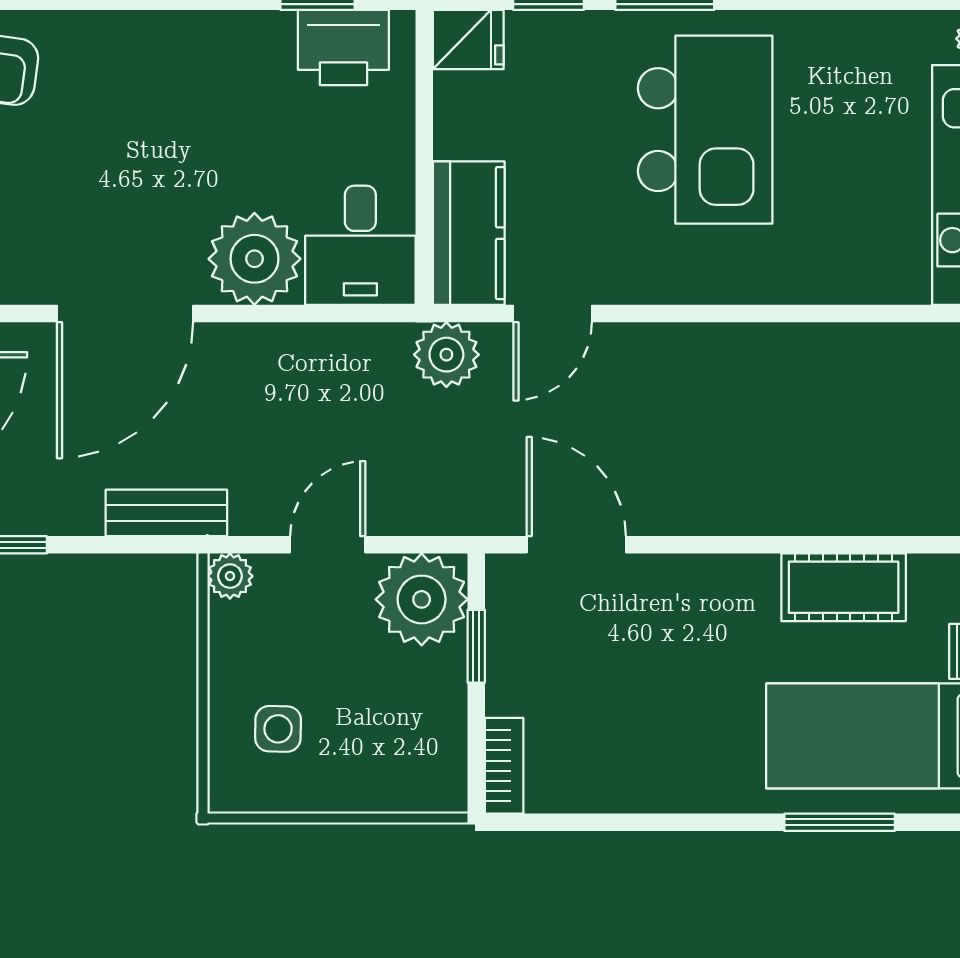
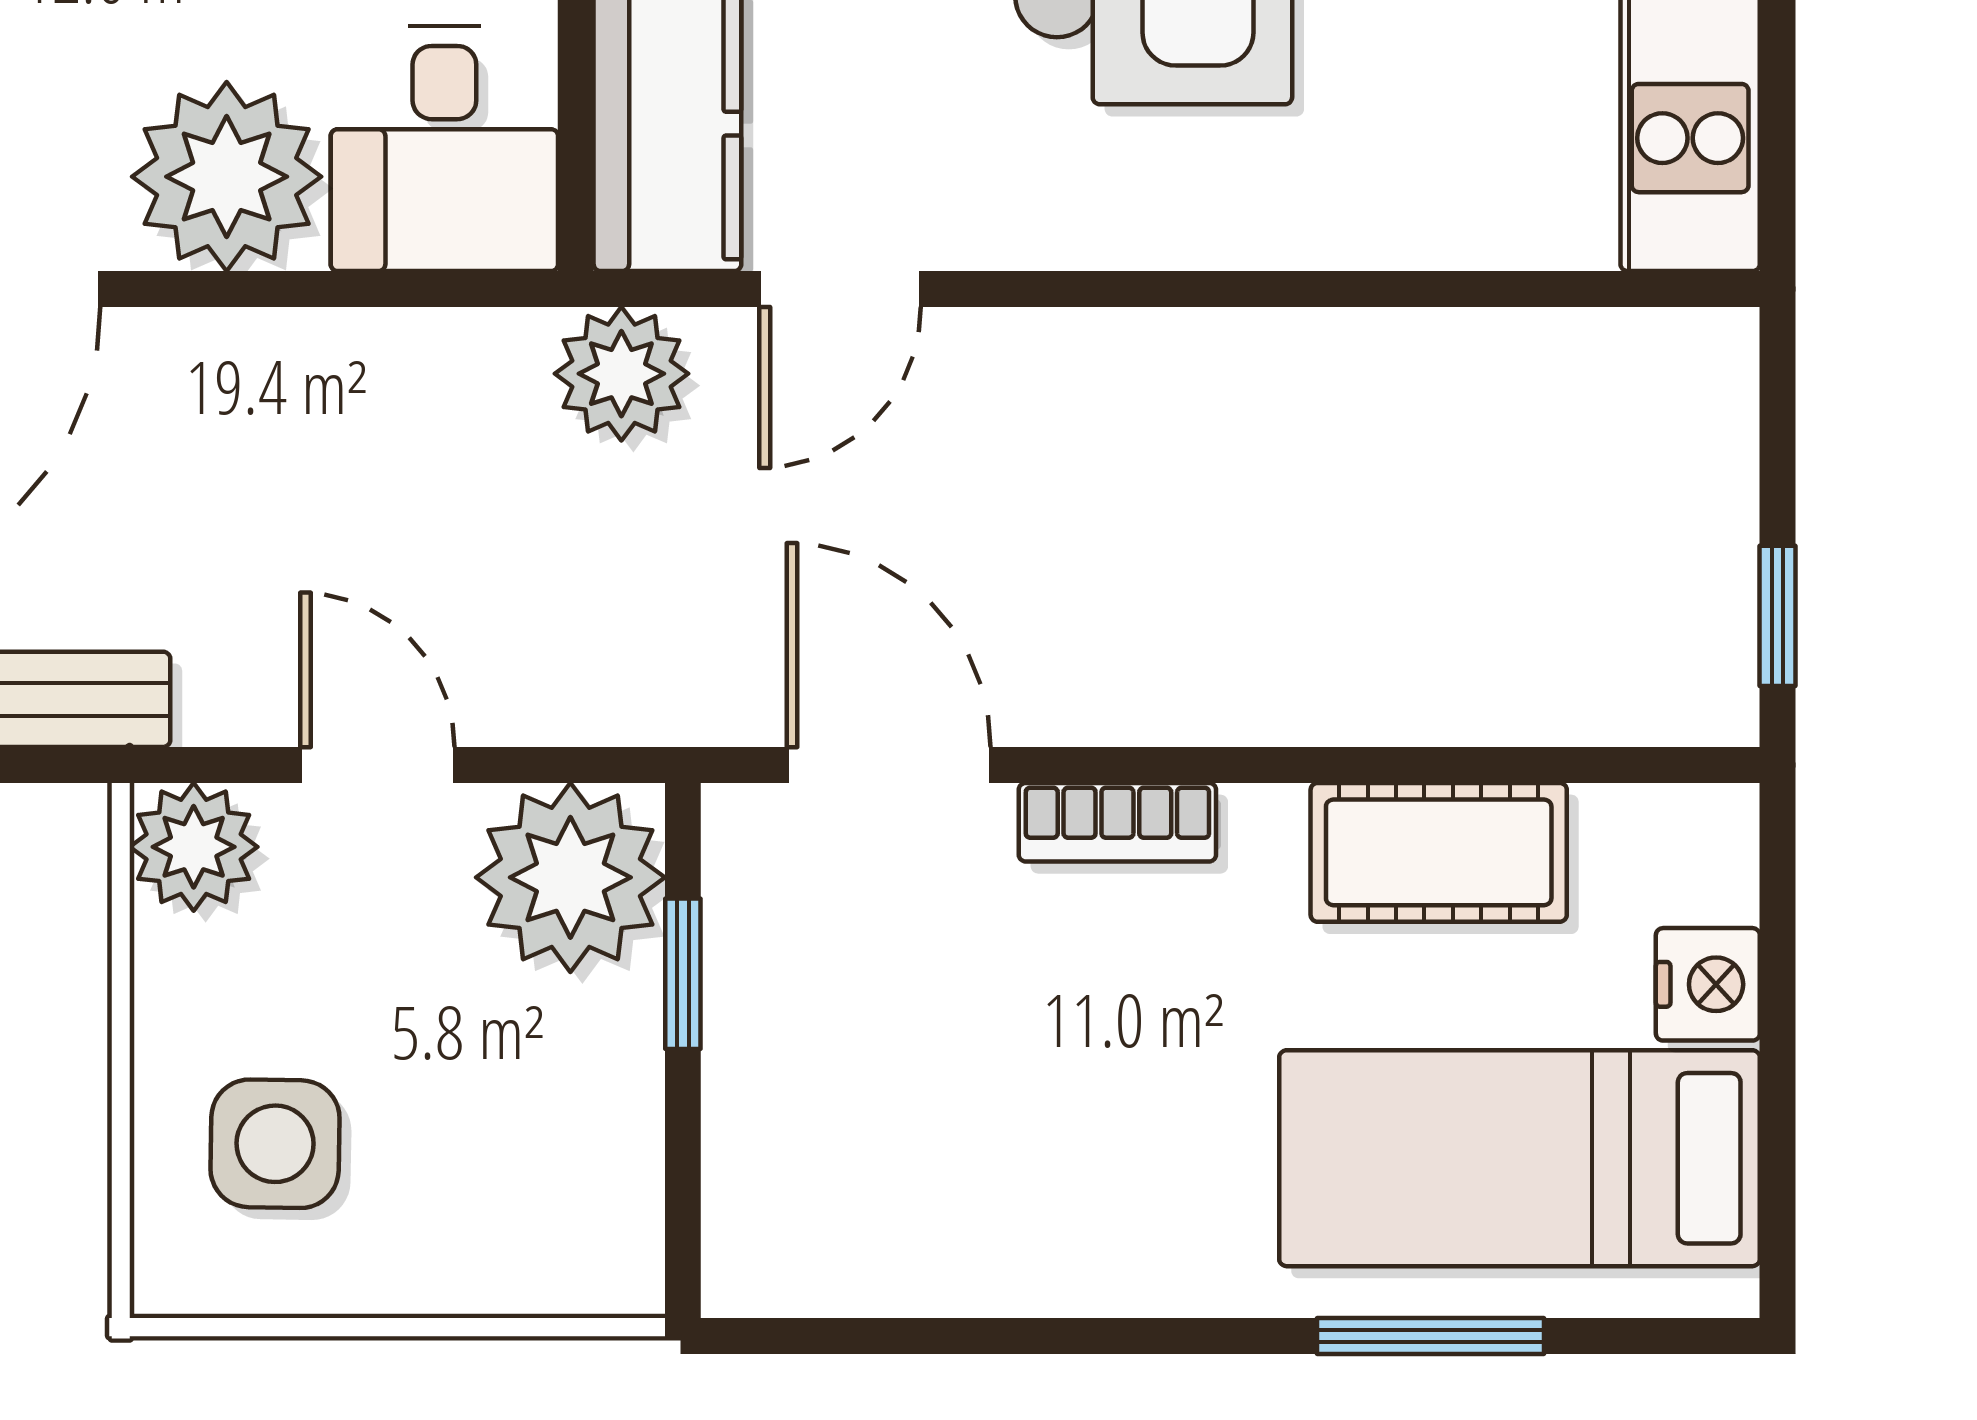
door: (328, 545) -> (377, 765), hinge flipped
plant: (230, 576) -> (194, 847), width x1.38, depth x1.38
side table: (278, 729) -> (275, 1144), width x1.37, depth x1.37
bookcase: (504, 766) -> (1117, 822), moved, turned 90

